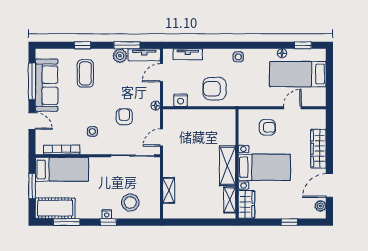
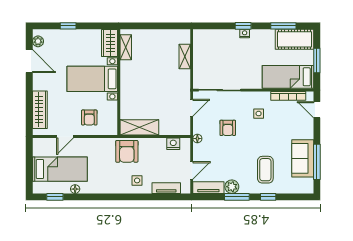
window: (127, 45) -> (237, 197), moved
side table: (238, 57) -> (137, 180), moved
sofa: (47, 85) -> (303, 158), width x0.73
armchair: (215, 89) -> (127, 151), moved, turned 90
door: (32, 121) -> (317, 110), moved
armchair: (267, 127) -> (89, 117), turned -90
wardrobe: (318, 149) -> (40, 110), moved
shelving: (228, 166) -> (139, 127), moved, turned 90
door: (329, 186) -> (29, 61), hinge flipped
stool: (130, 202) -> (222, 45), removed

